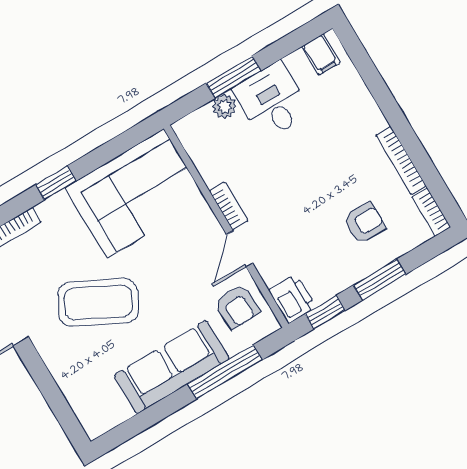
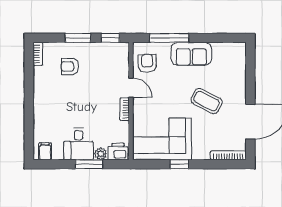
bookcase: (401, 160) -> (38, 84), removed
window: (56, 183) -> (179, 164), moved
door: (240, 249) -> (131, 88), hinge flipped
printer: (292, 299) -> (118, 152), moved, turned 90
coffee table: (98, 303) -> (207, 101), width x0.73, depth x0.76
sofa: (172, 367) -> (191, 54), width x0.73

